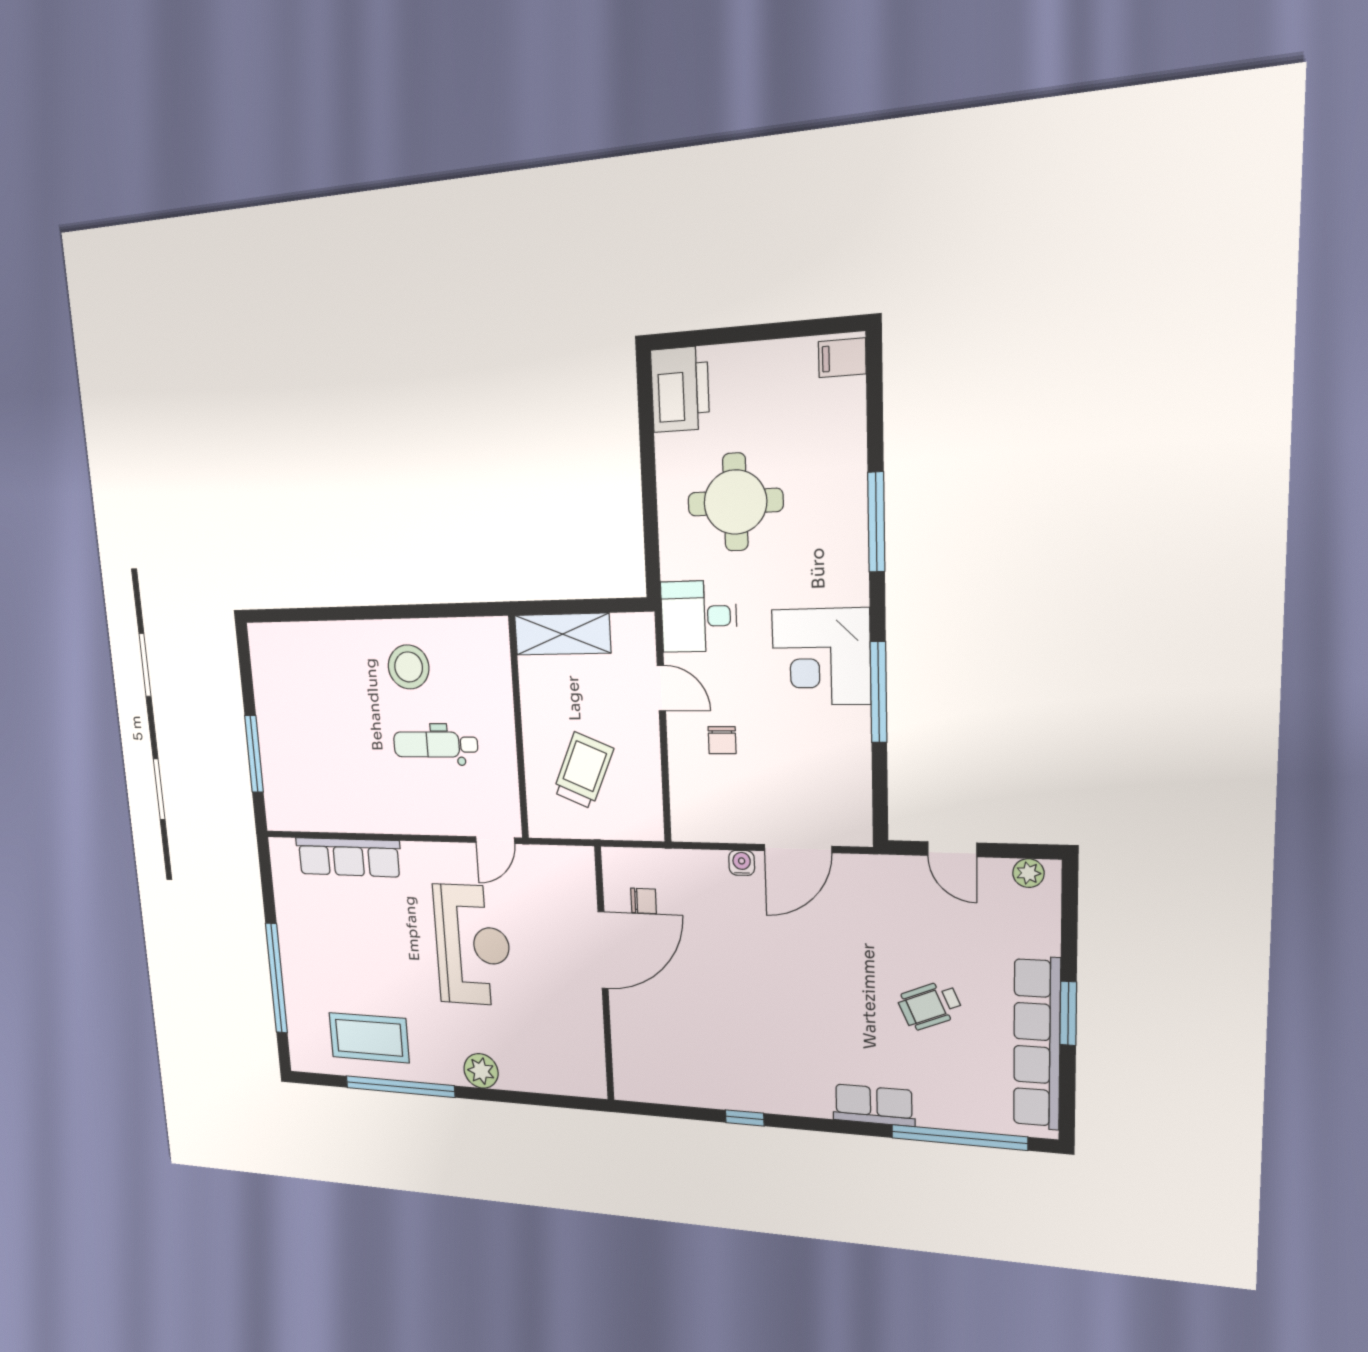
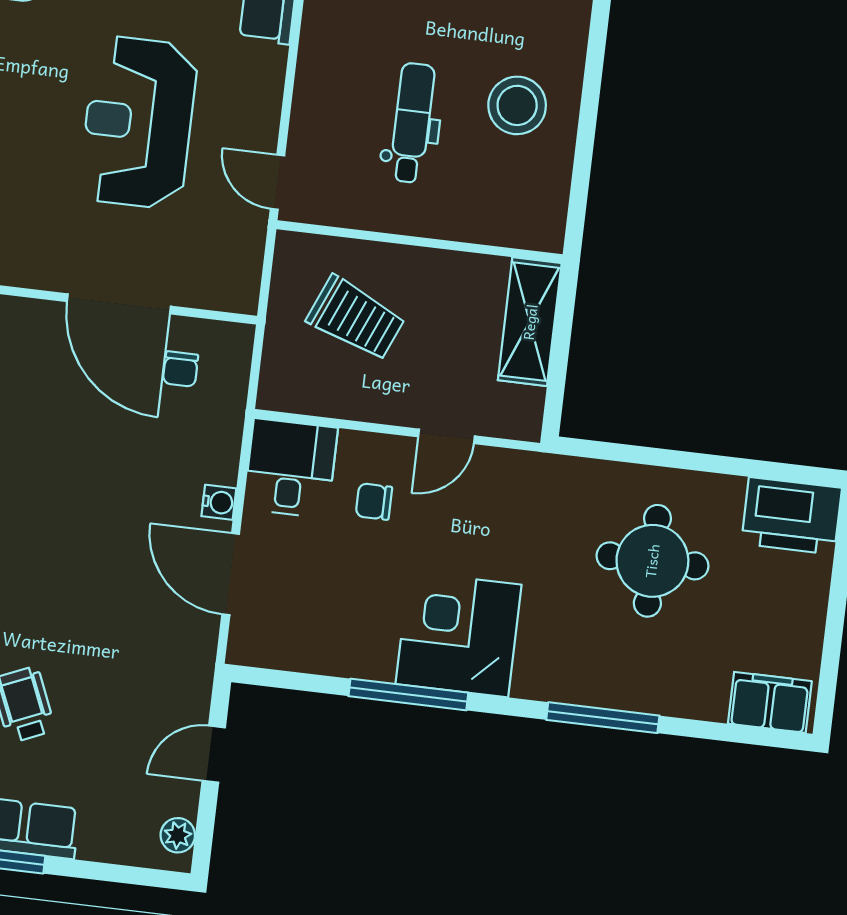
filing cabinet: (842, 358) -> (770, 702), width x2.00
desk: (699, 616) -> (291, 468), moved
reception desk: (472, 945) -> (138, 122), turned 90

